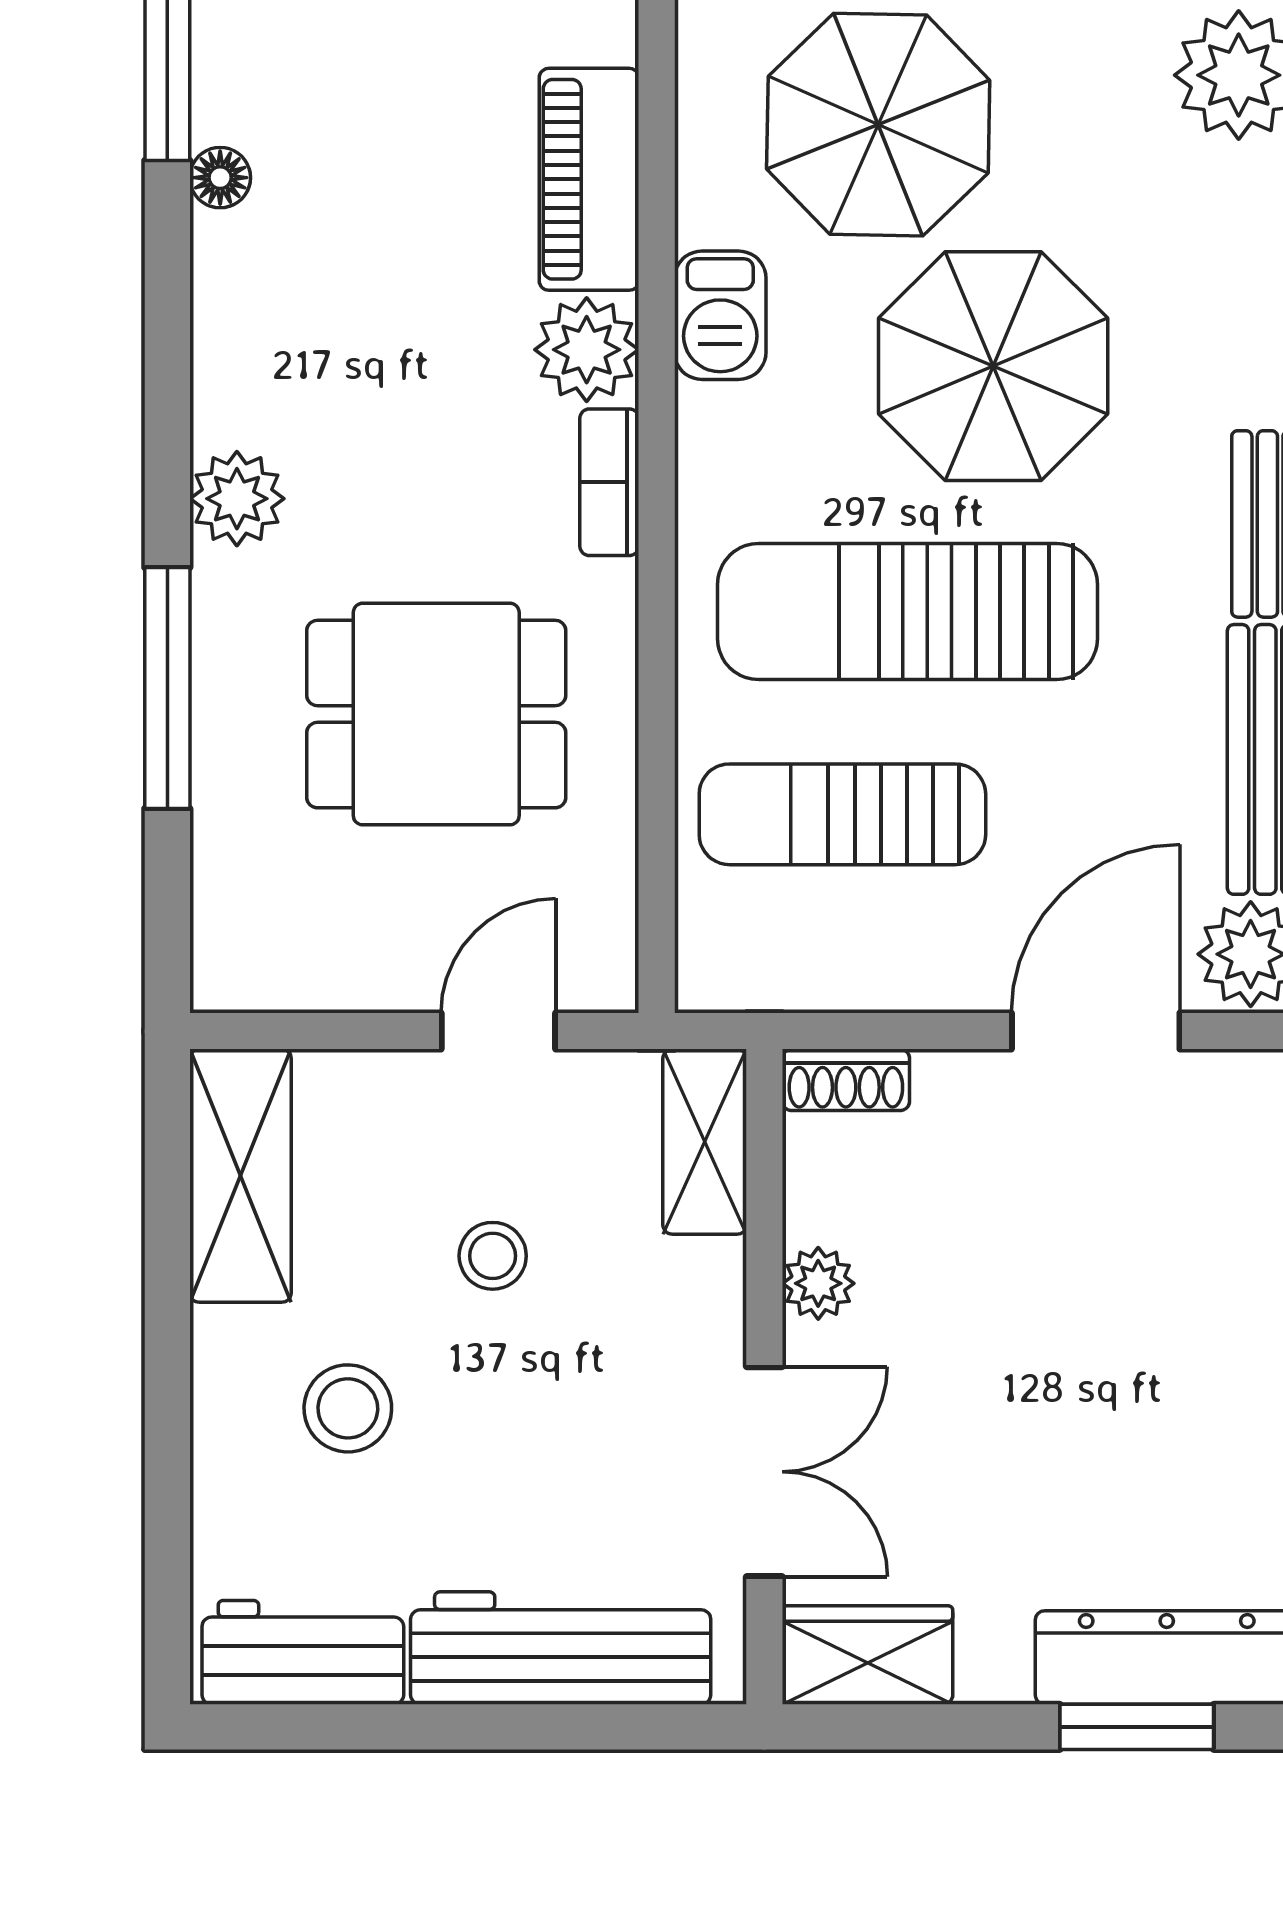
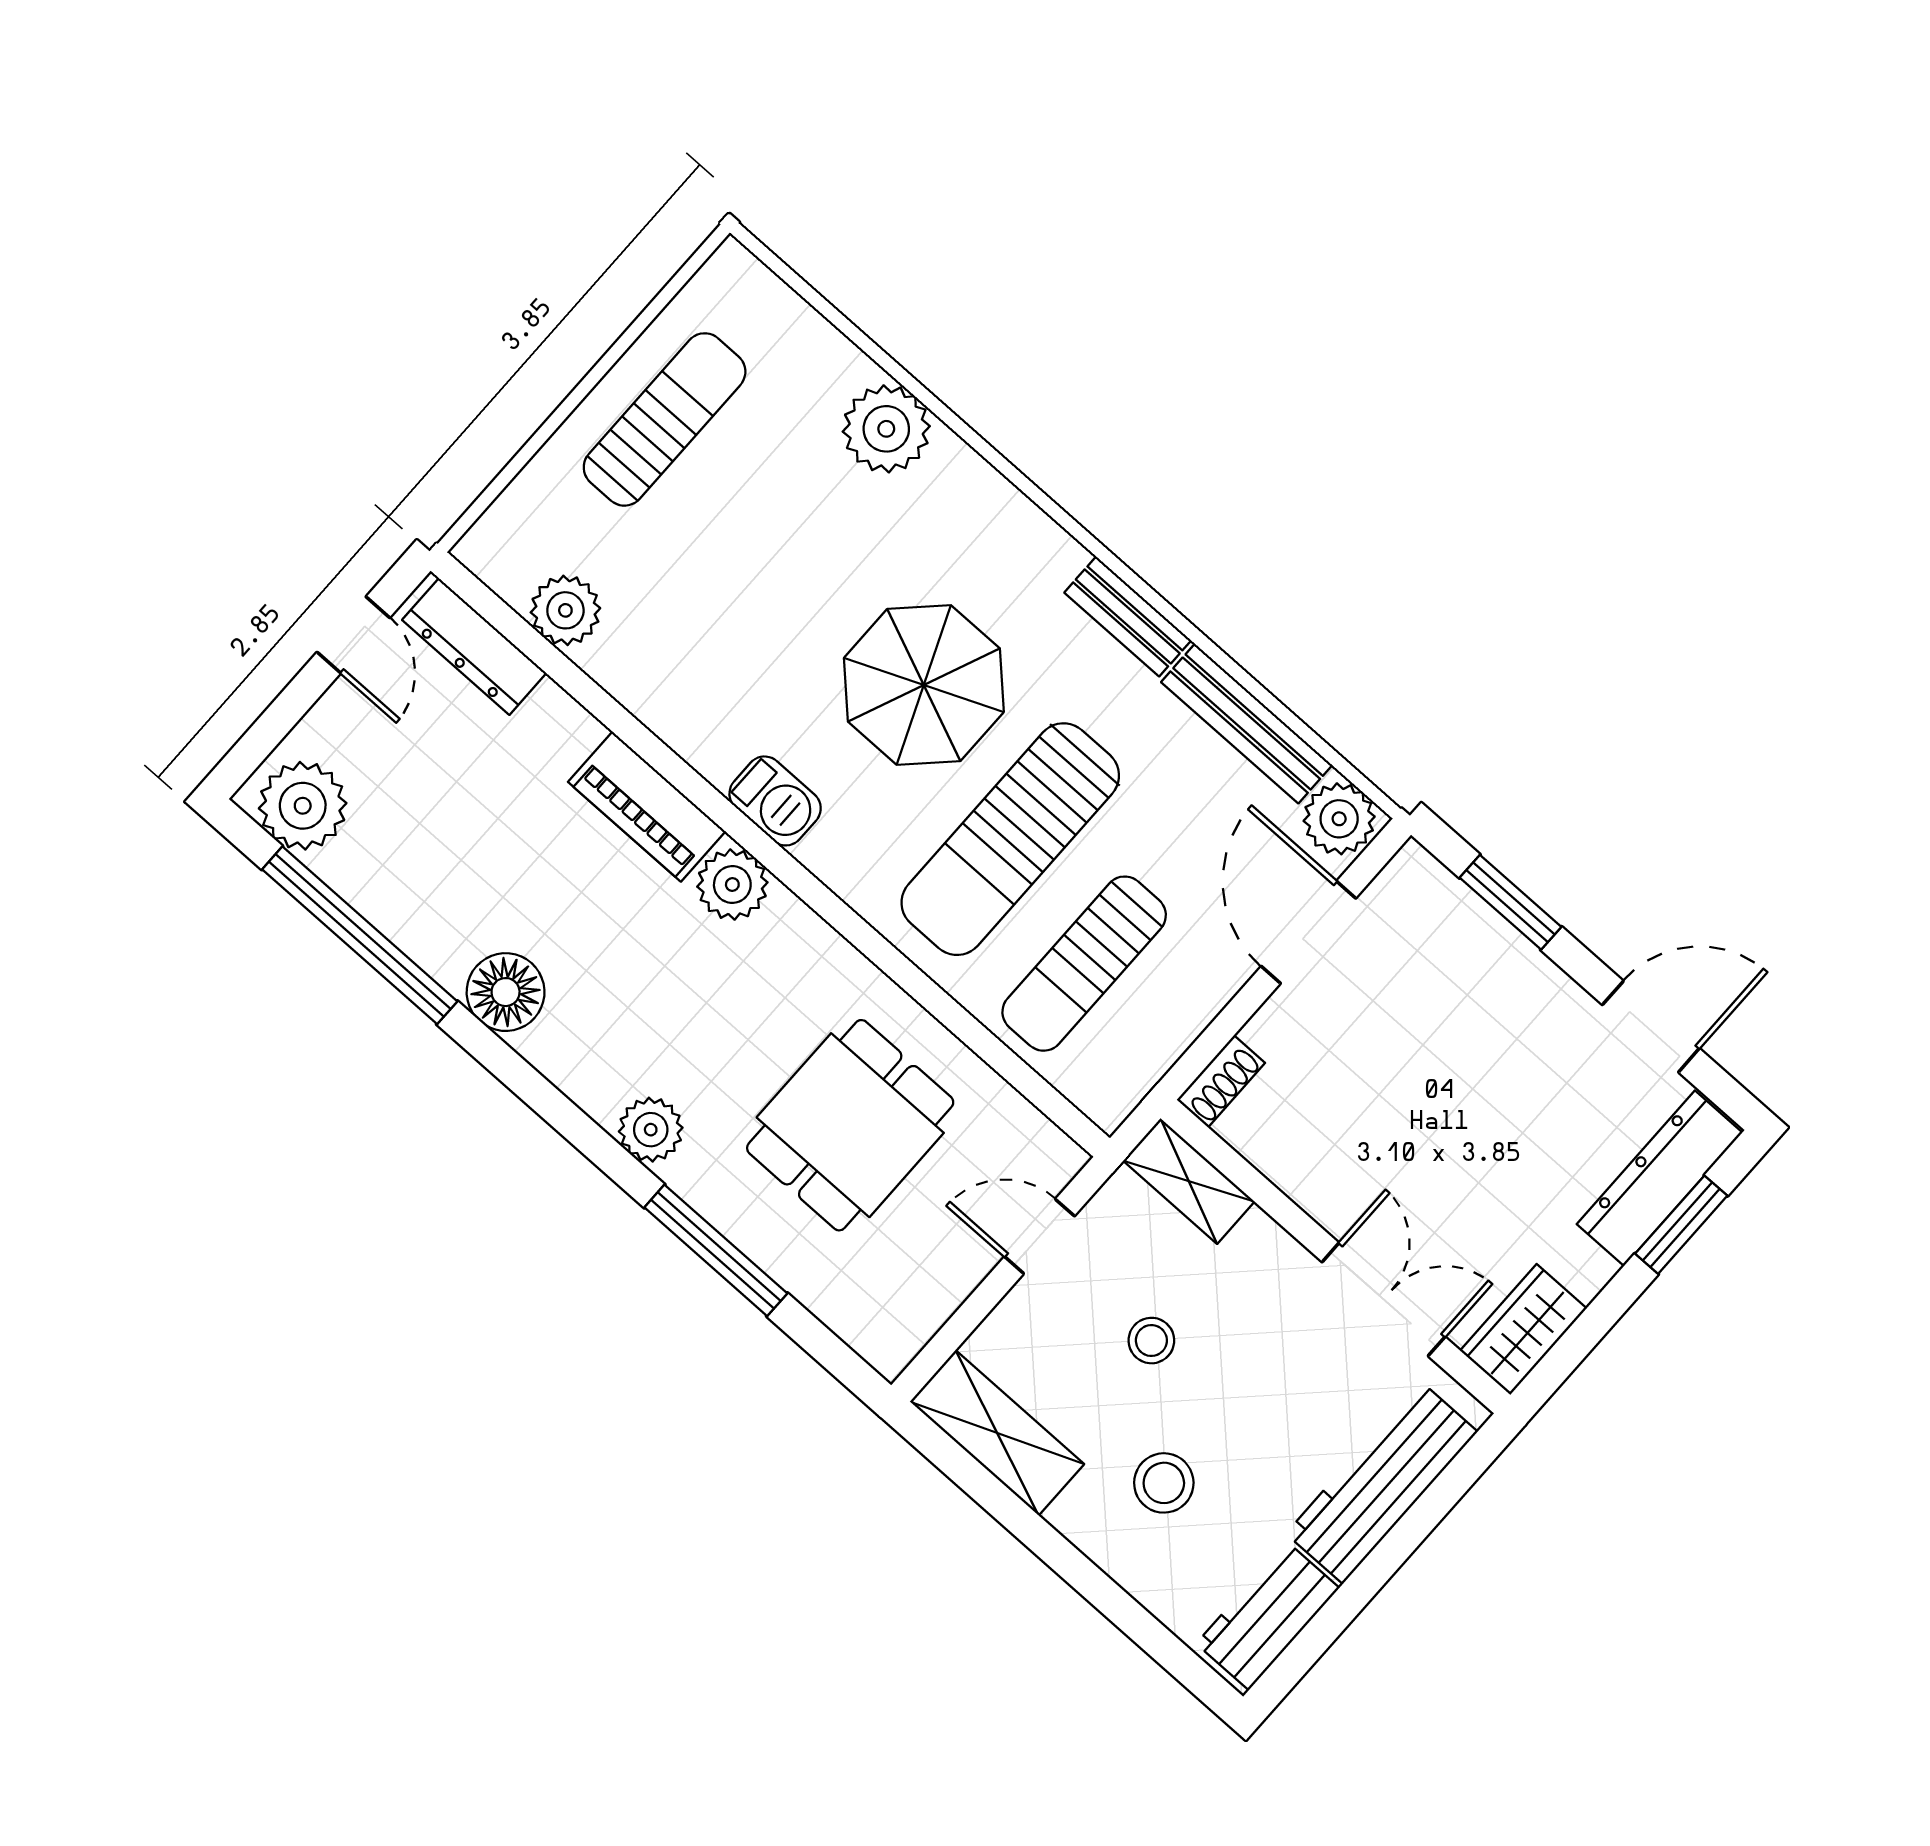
parasol: (878, 125) -> (749, 635), removed
floor lamp: (220, 178) -> (506, 992), width x1.89, depth x1.89
bookcase: (609, 482) -> (810, 933), removed
door: (498, 1031) -> (1040, 1236), hinge flipped
plant: (818, 1283) -> (1312, 1187), removed

